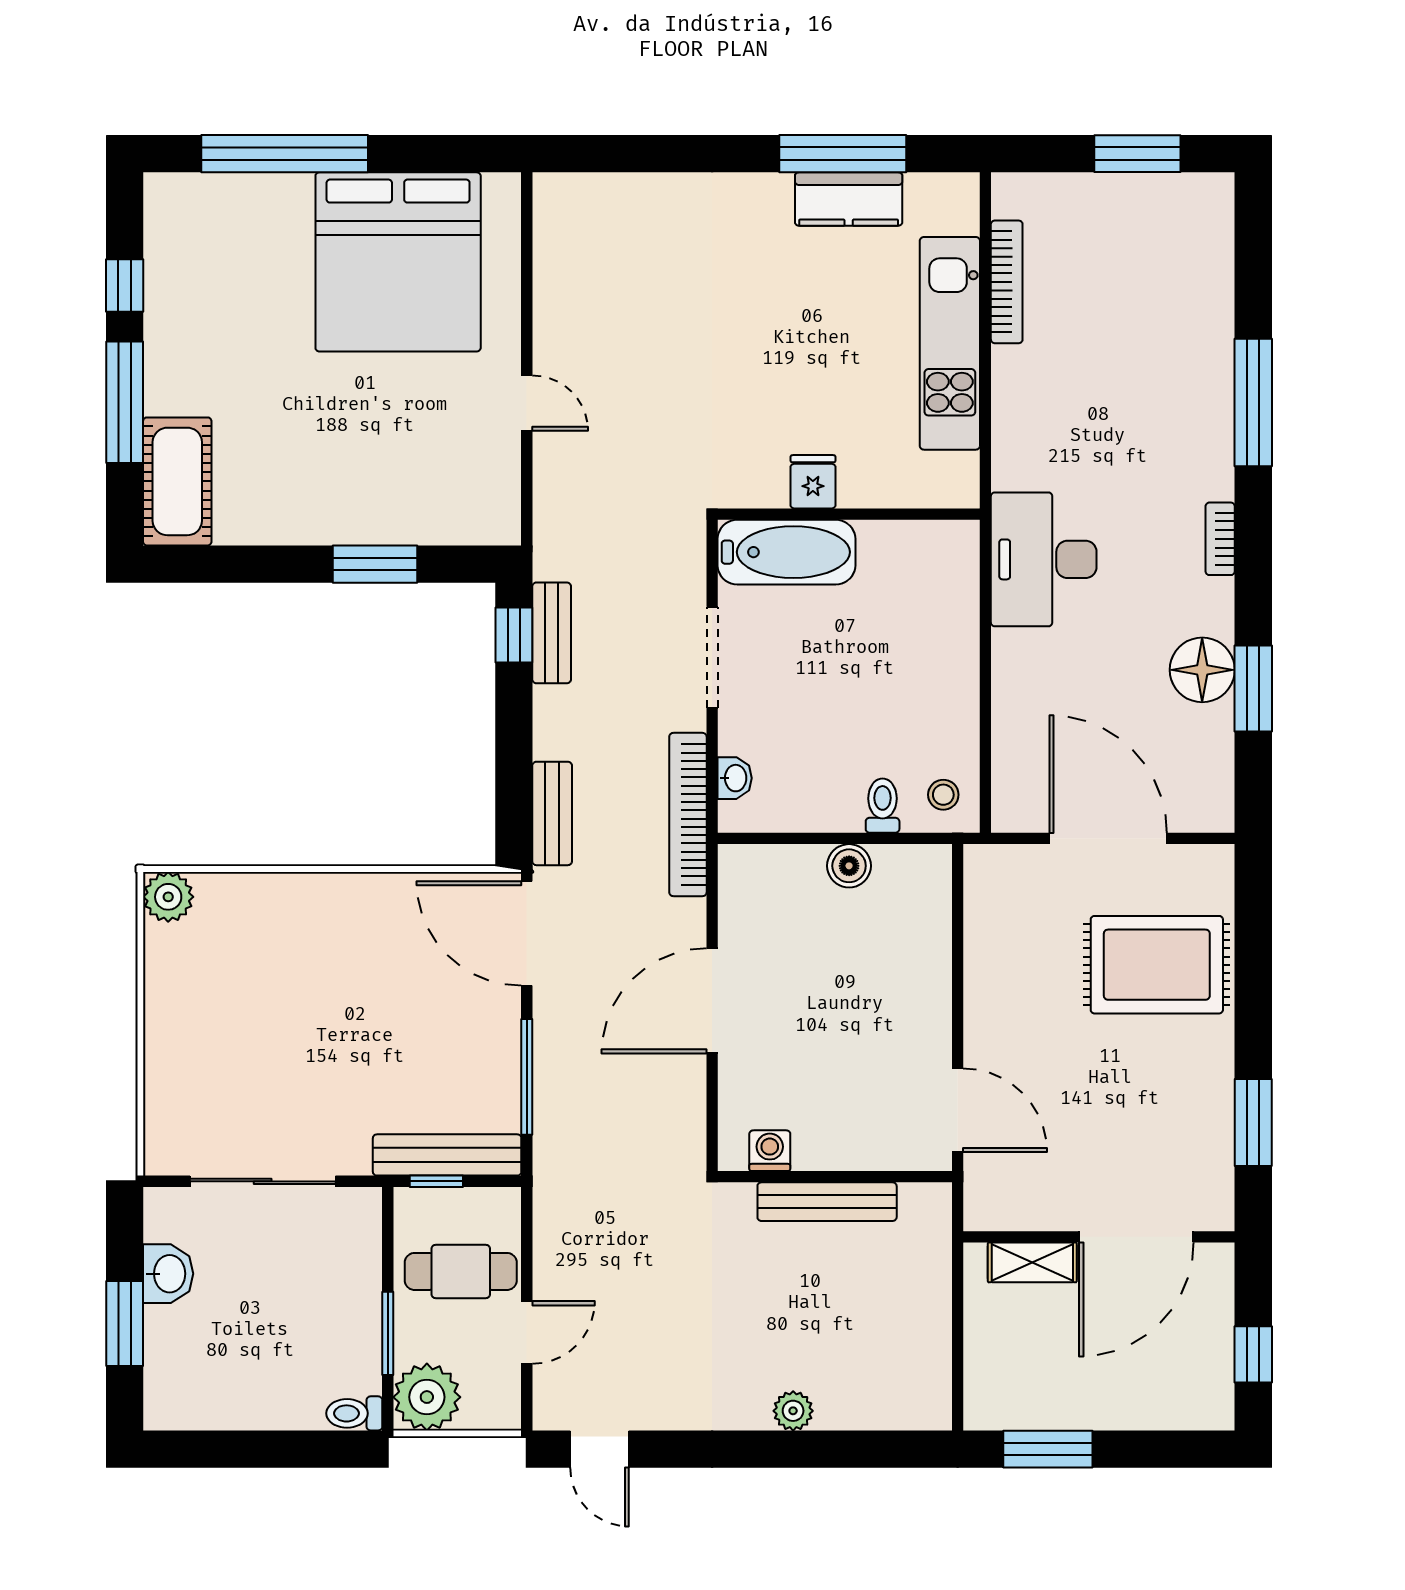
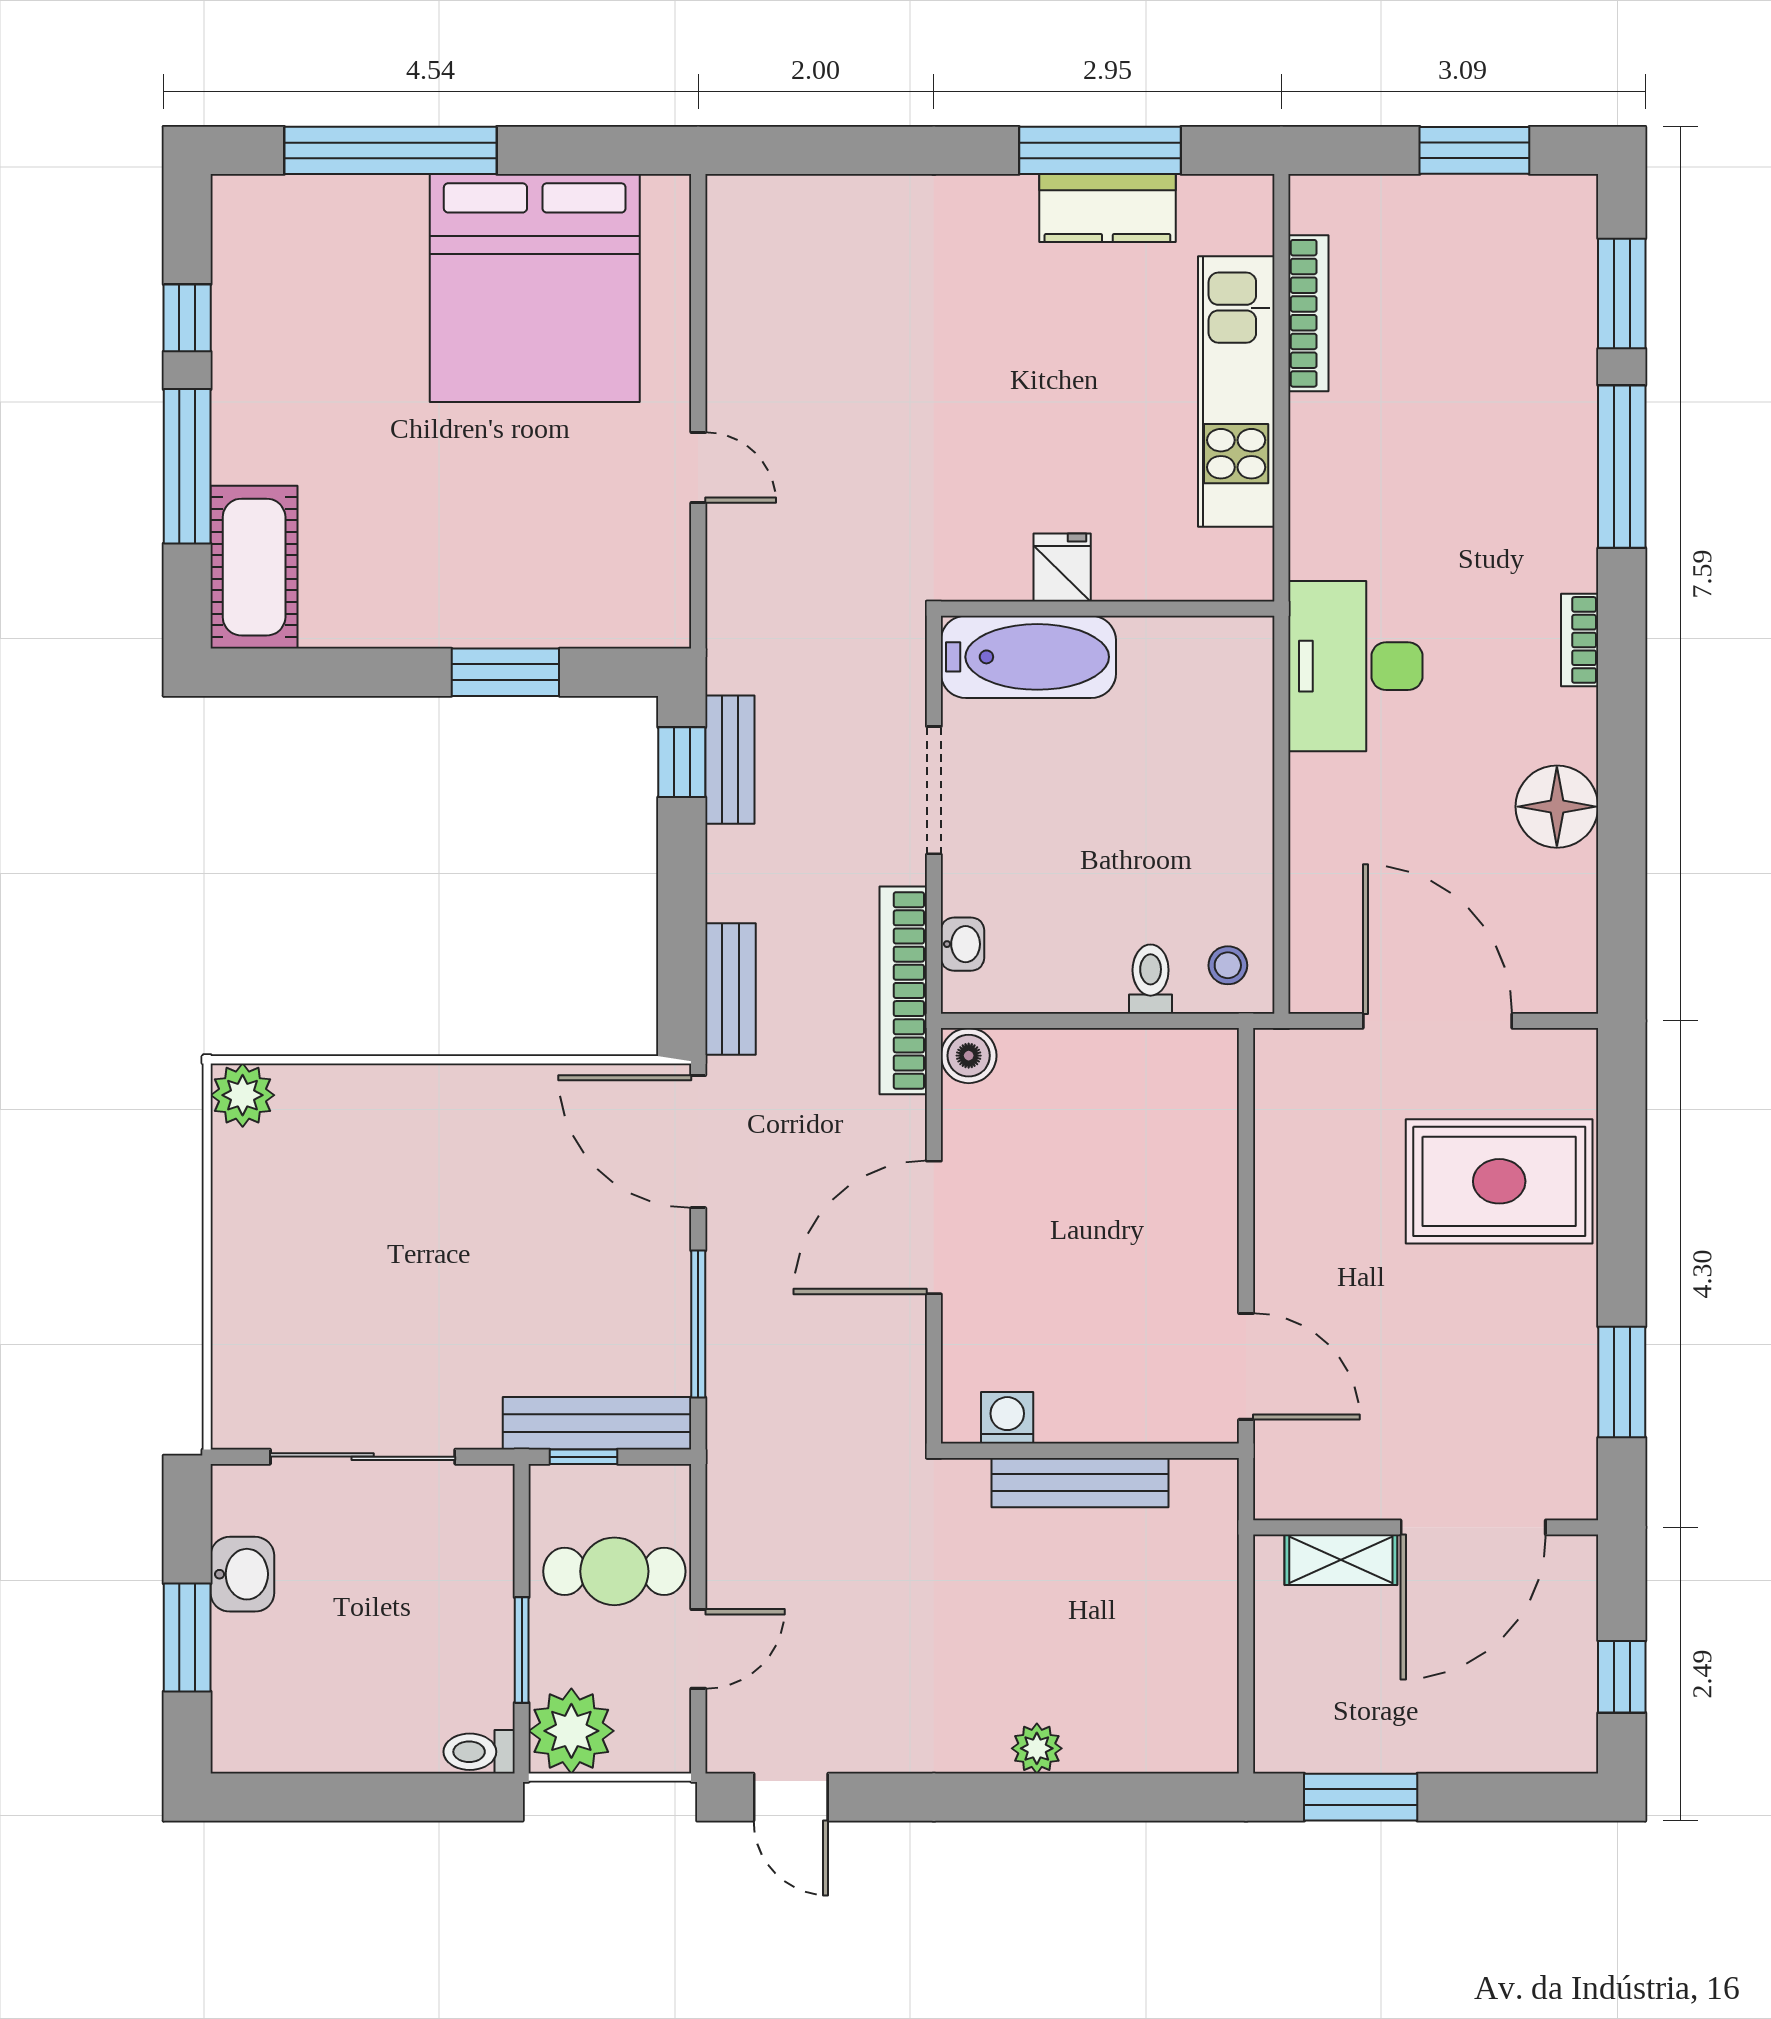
window: (1253, 689) -> (1622, 294), moved
boiler: (849, 866) -> (969, 1056), moved

